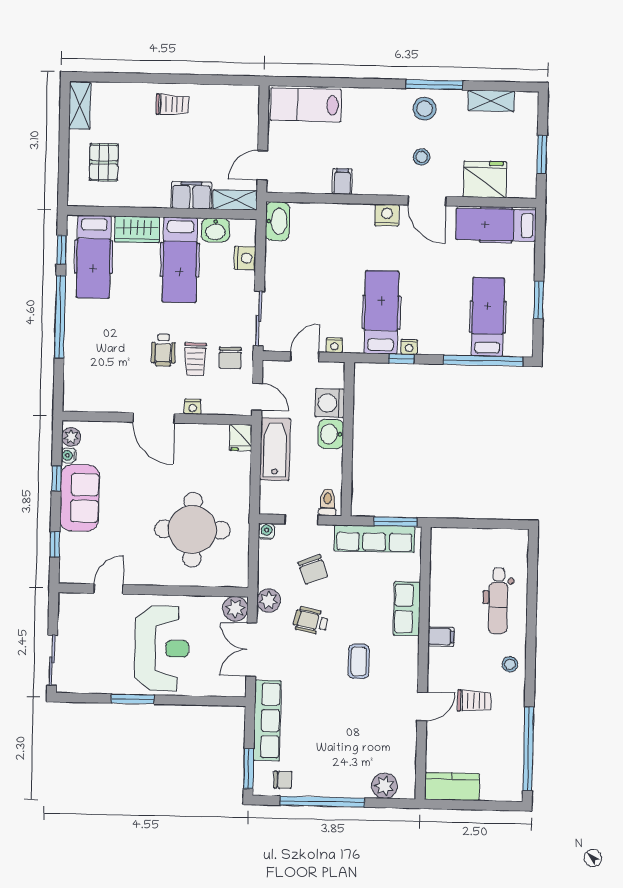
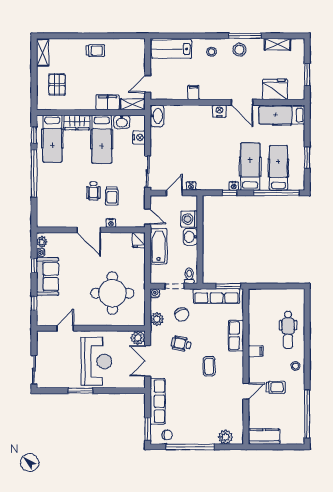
stool: (422, 157) -> (212, 52), moved
hospital bed: (381, 312) -> (250, 167), moved
chair: (230, 358) -> (132, 195), removed
plant: (269, 601) -> (157, 319), moved

